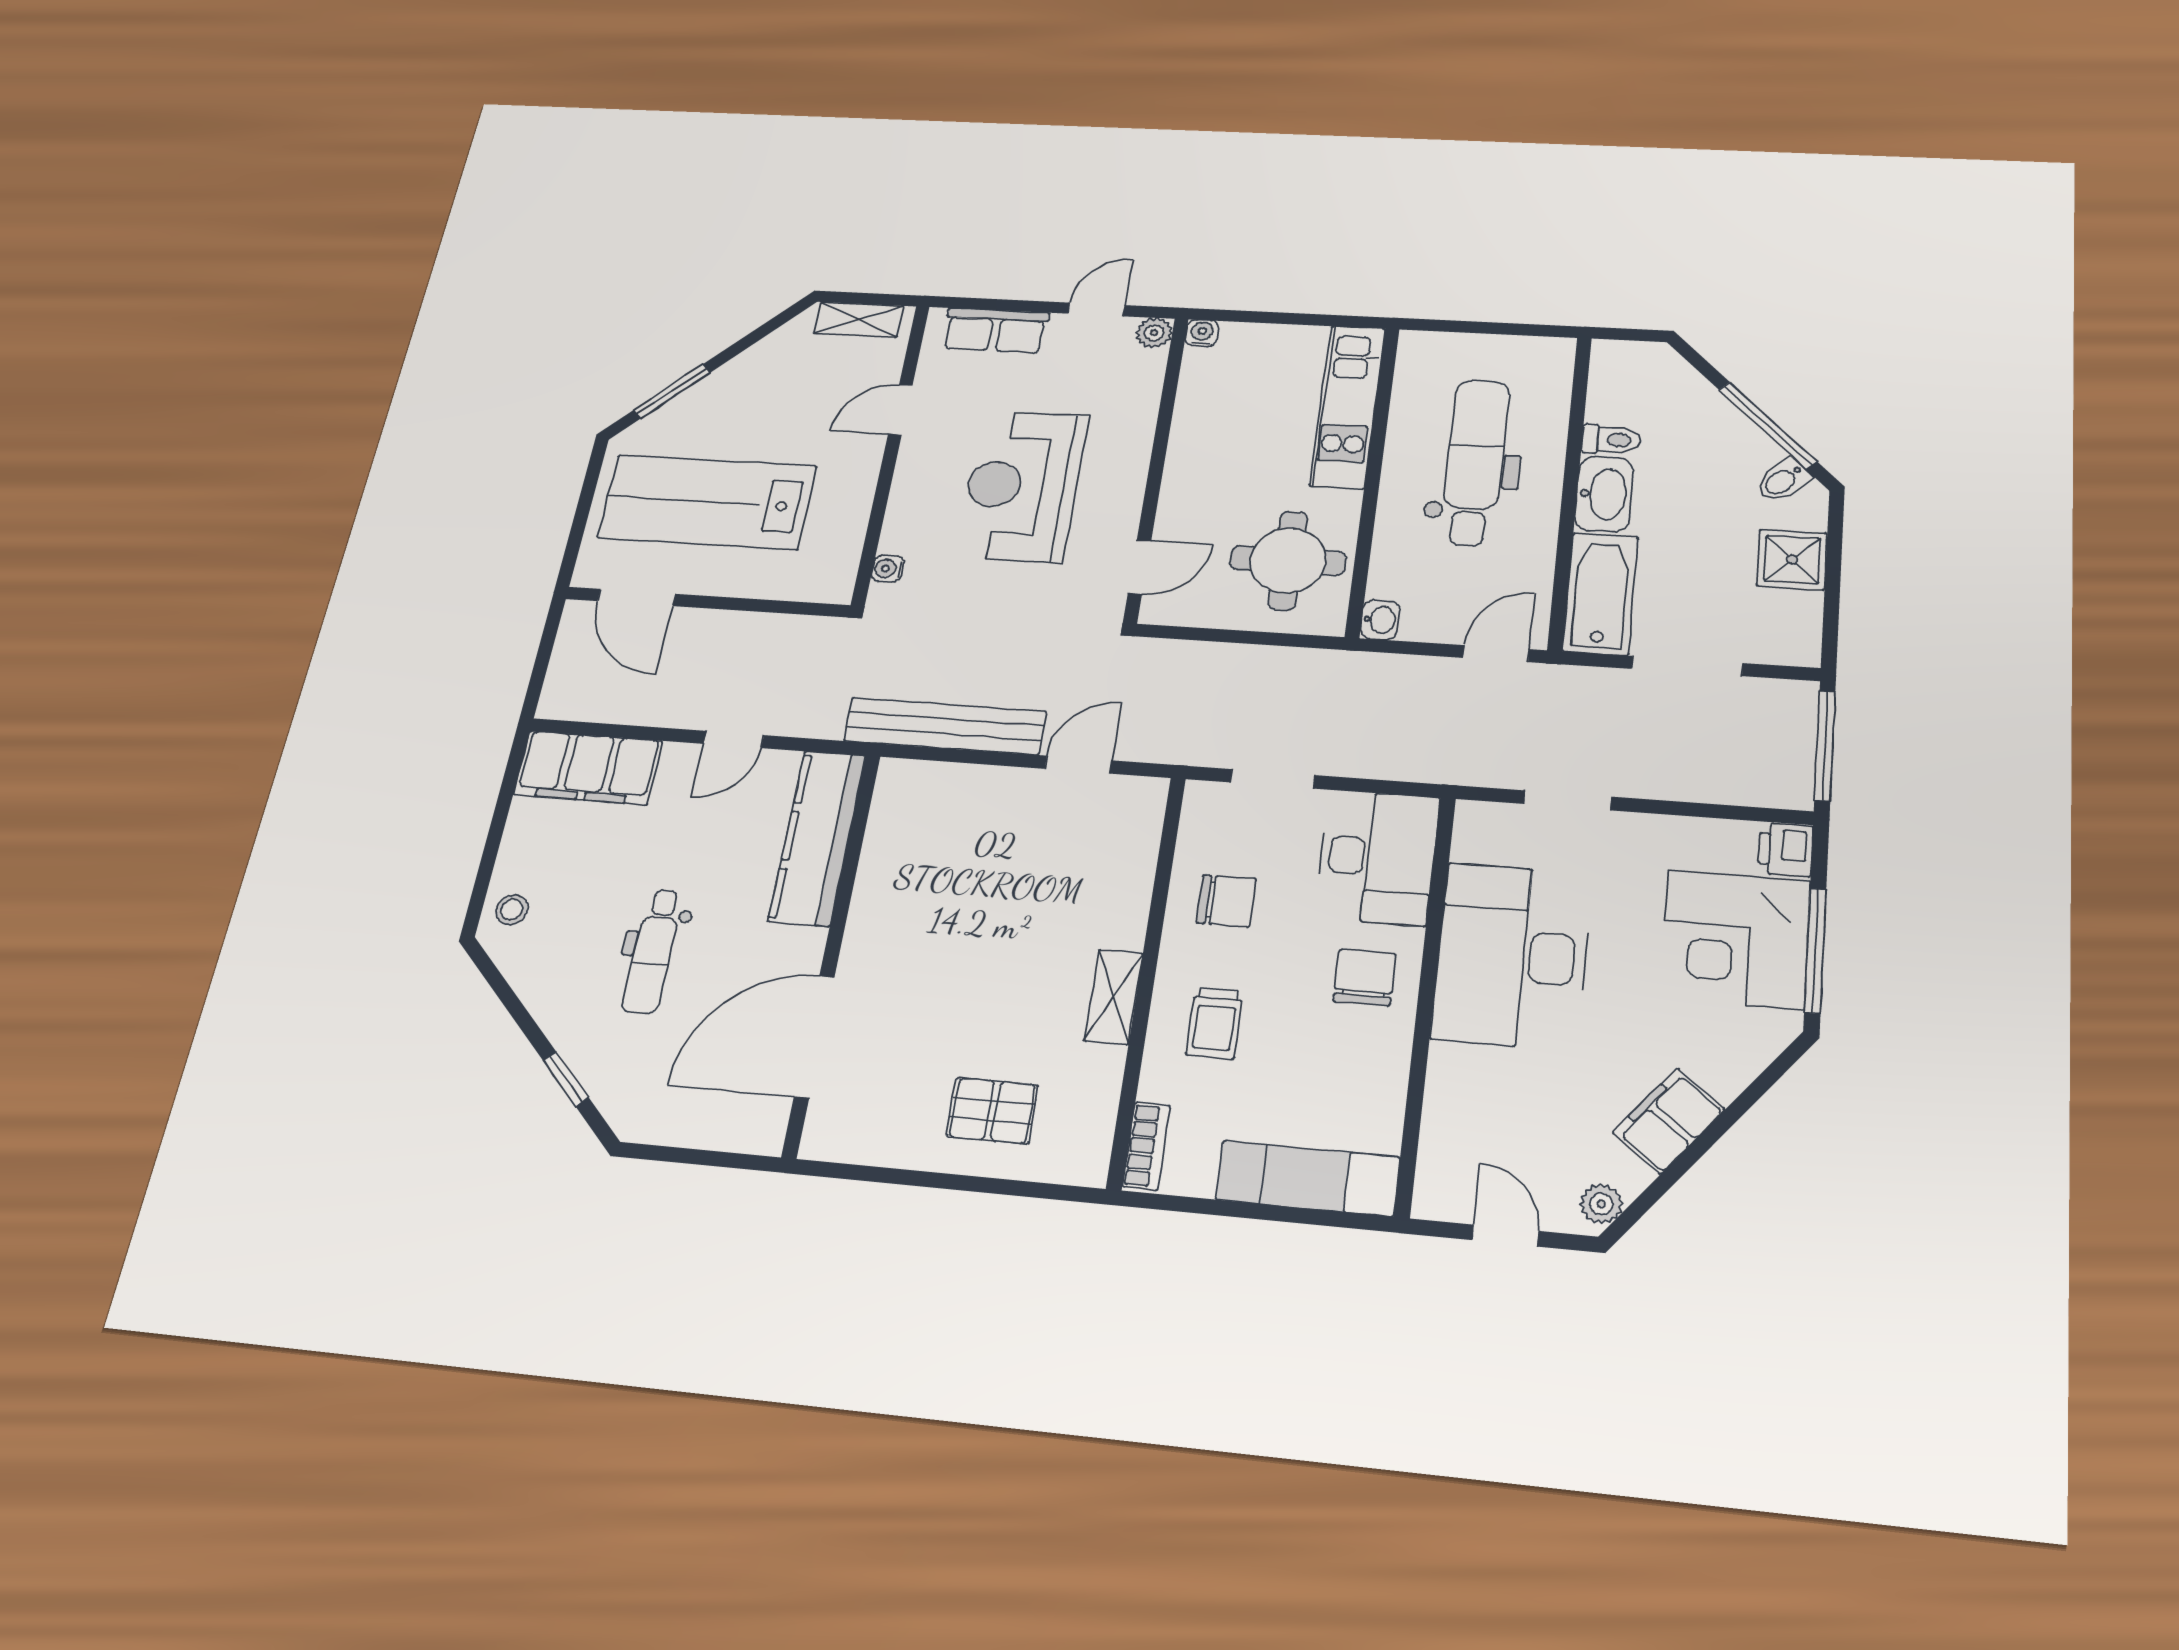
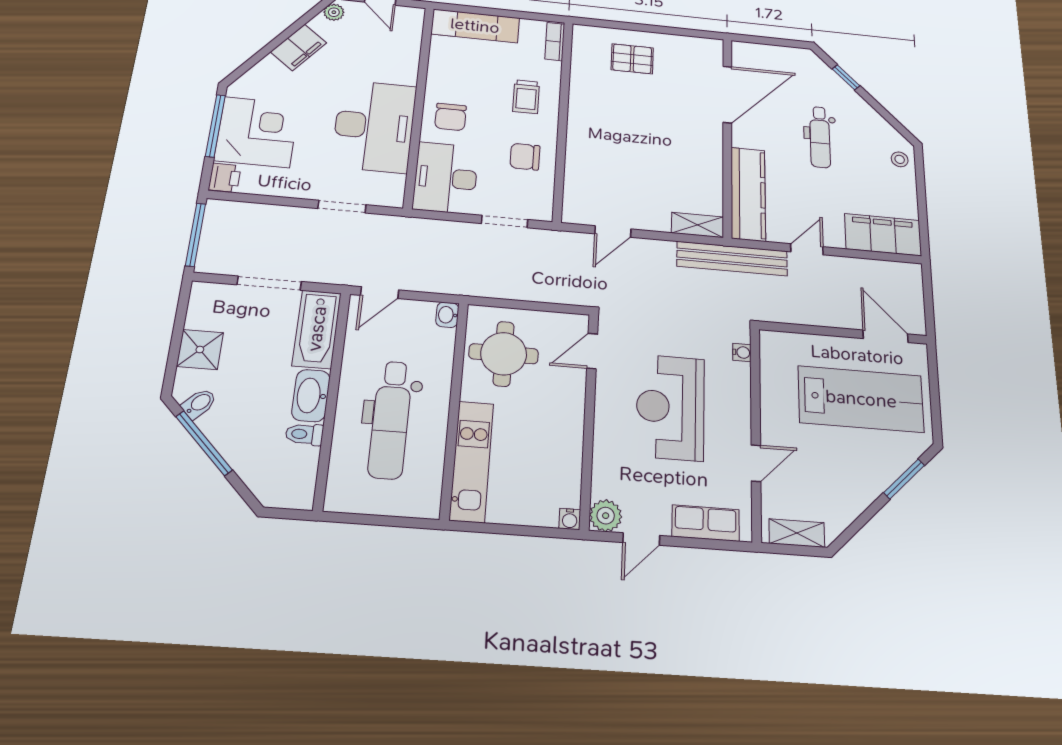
plant: (1154, 333) -> (606, 516), width x1.38, depth x1.38
reception desk: (1022, 486) -> (670, 407), turned 180
bench: (945, 726) -> (732, 259), moved
dental chair: (653, 951) -> (820, 137), turned 180
shelving: (1114, 997) -> (698, 225), moved, turned 90
trolley: (1215, 1023) -> (526, 97), turned 180

